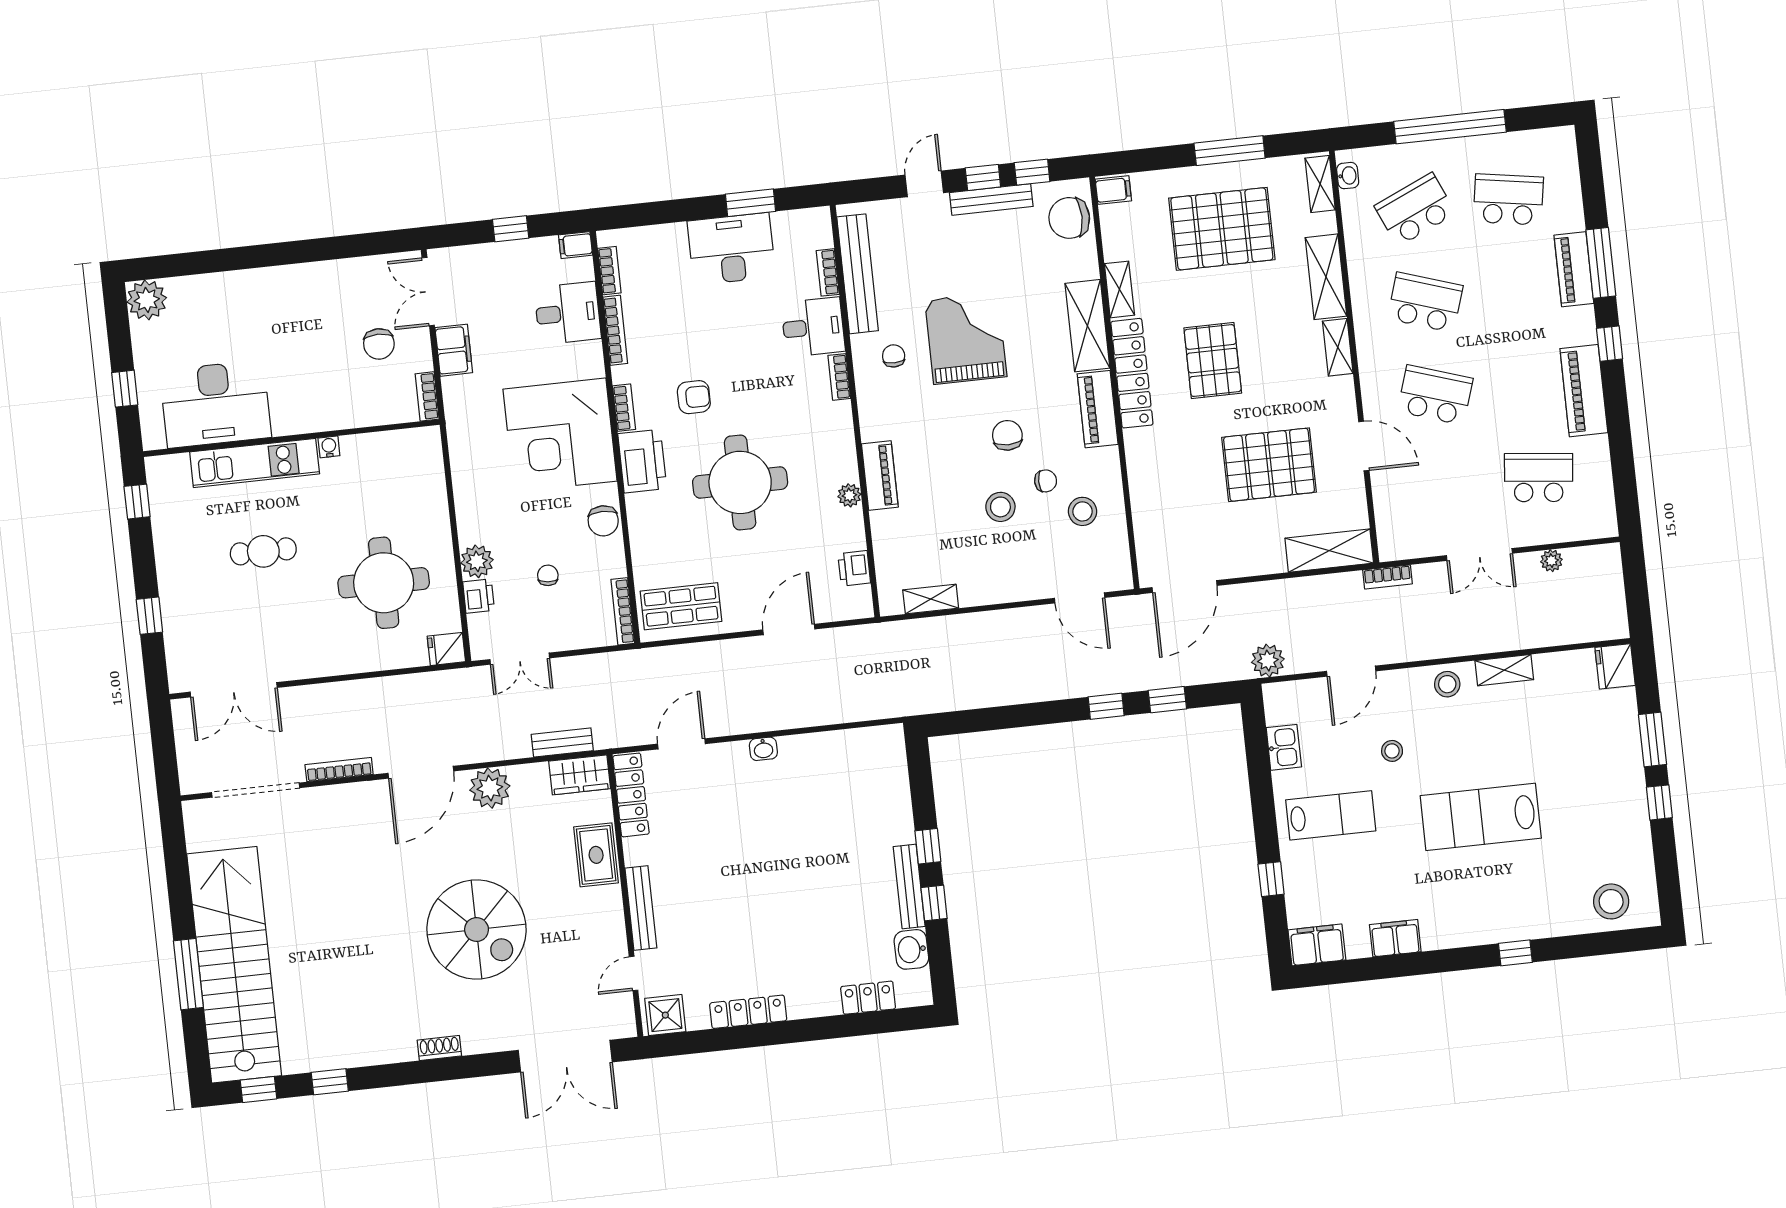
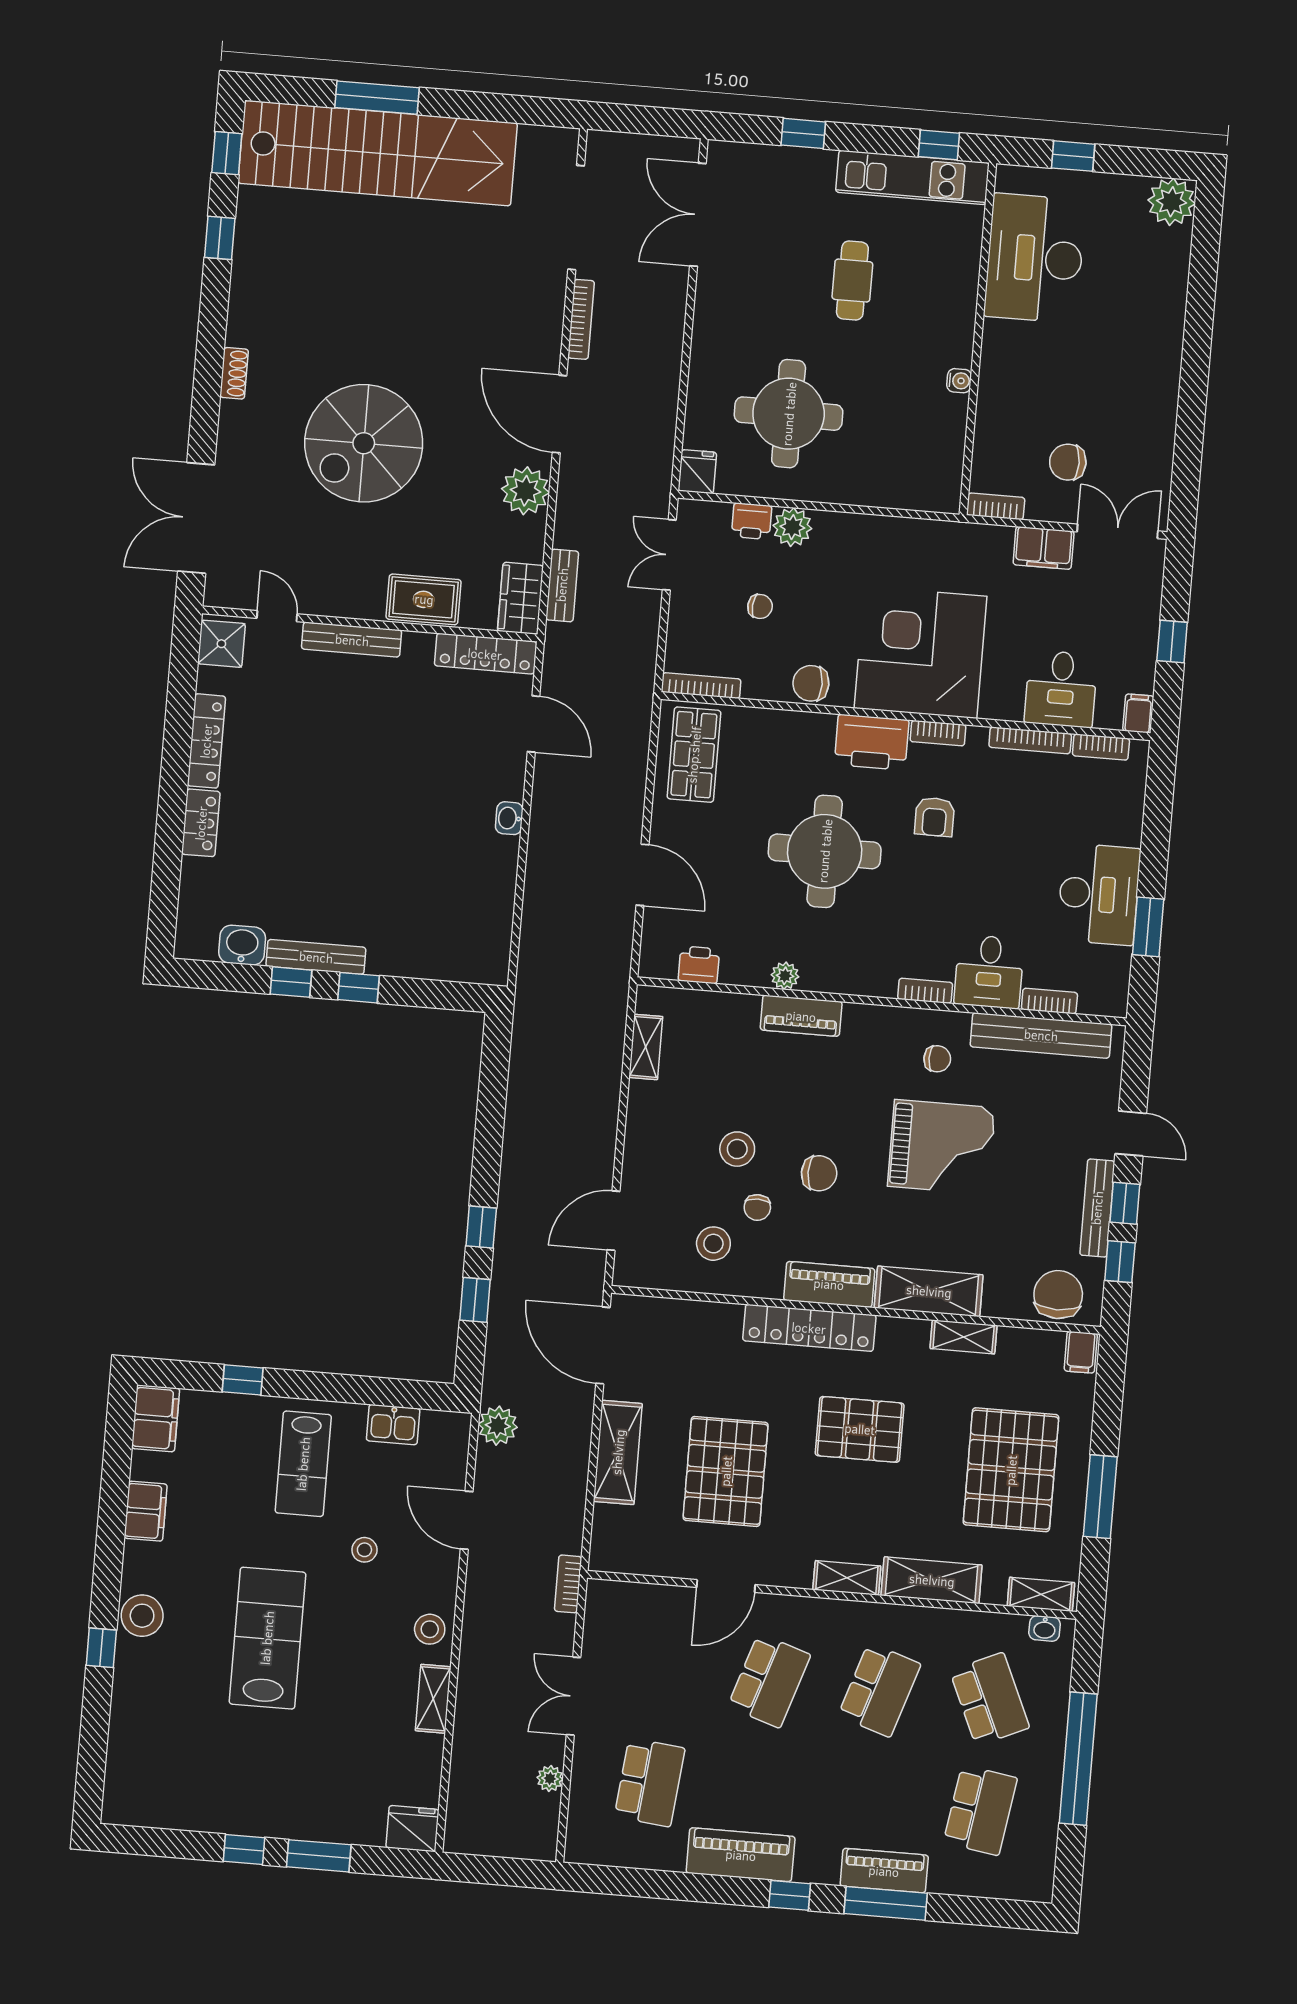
locker: (1132, 373) -> (809, 1328), moved
kitchen unit: (255, 463) -> (913, 177), moved, turned -90
shelving: (1329, 551) -> (618, 1452), moved
stool: (1611, 901) -> (142, 1616), moved
locker: (868, 998) -> (201, 823), moved

